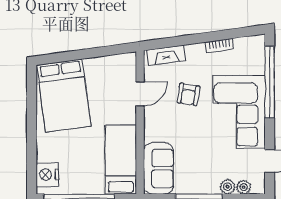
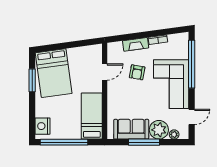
fireplace: (166, 55) -> (136, 44), moved
window: (32, 106) -> (32, 80), added
sofa: (159, 168) -> (131, 129), moved, turned -90
plant: (228, 187) -> (159, 130), width x1.87, depth x1.87

